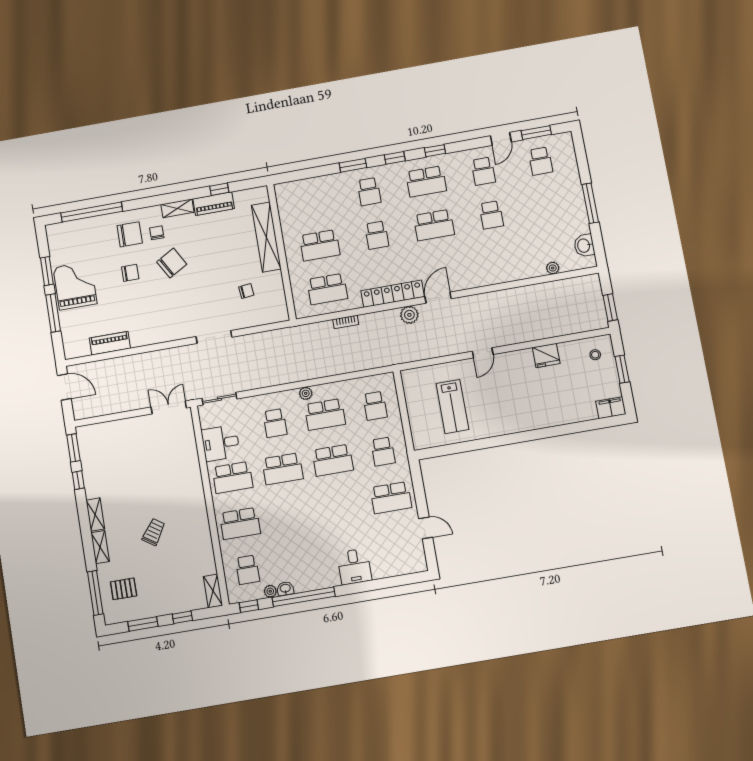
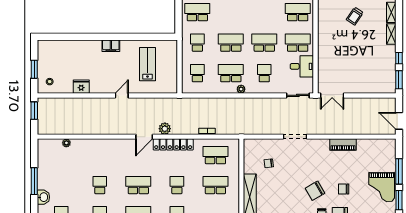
washbasin: (584, 246) -> (43, 197), moved
piano: (110, 343) -> (343, 145), moved
filing cabinet: (611, 408) -> (111, 46), moved

